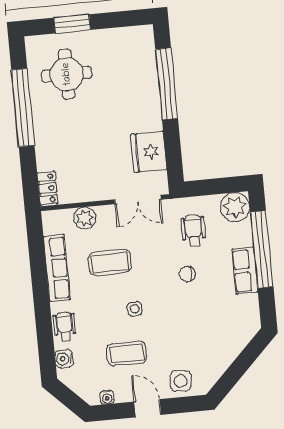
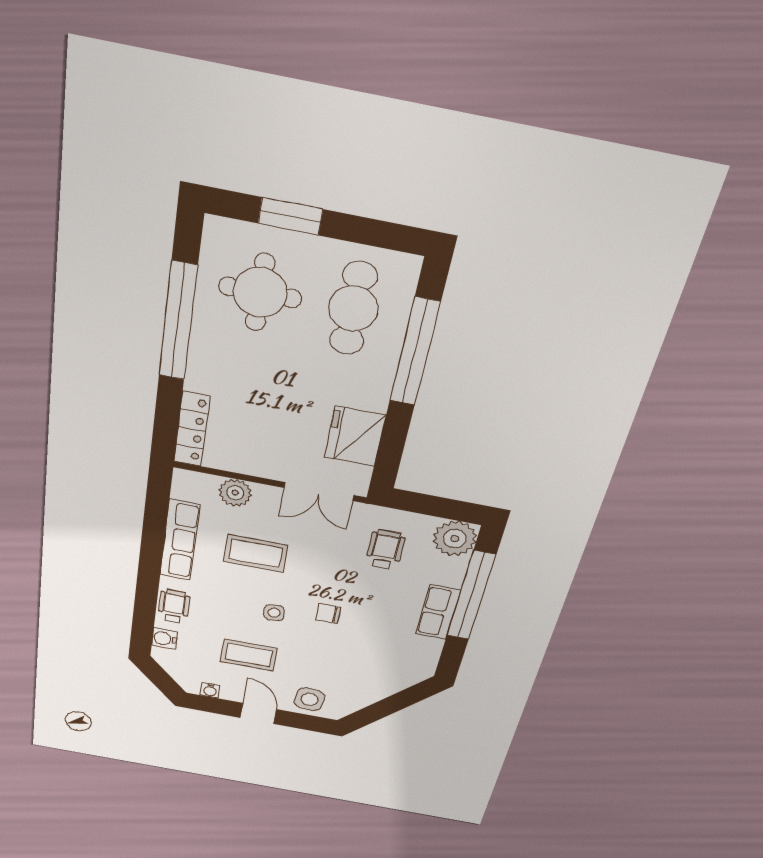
cafe table: (123, 68) -> (353, 309), added
locker: (47, 188) -> (192, 429), width x1.53
chair: (187, 274) -> (328, 614), moved

